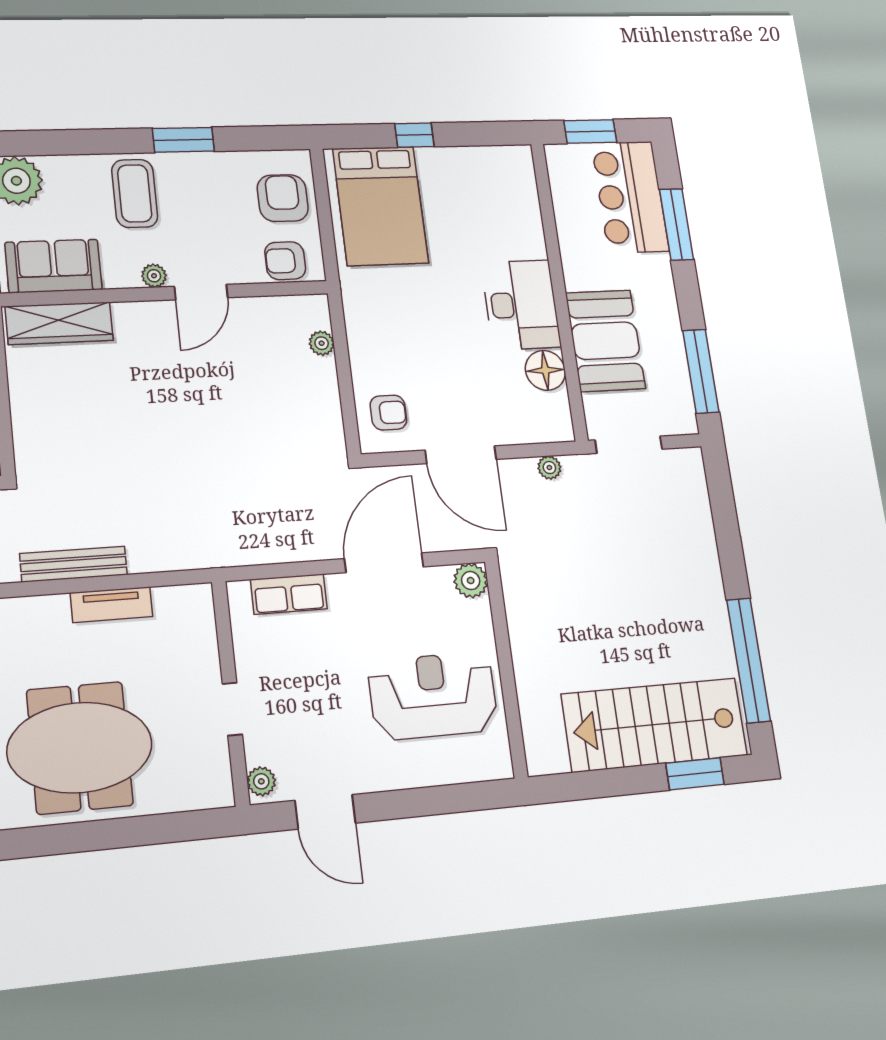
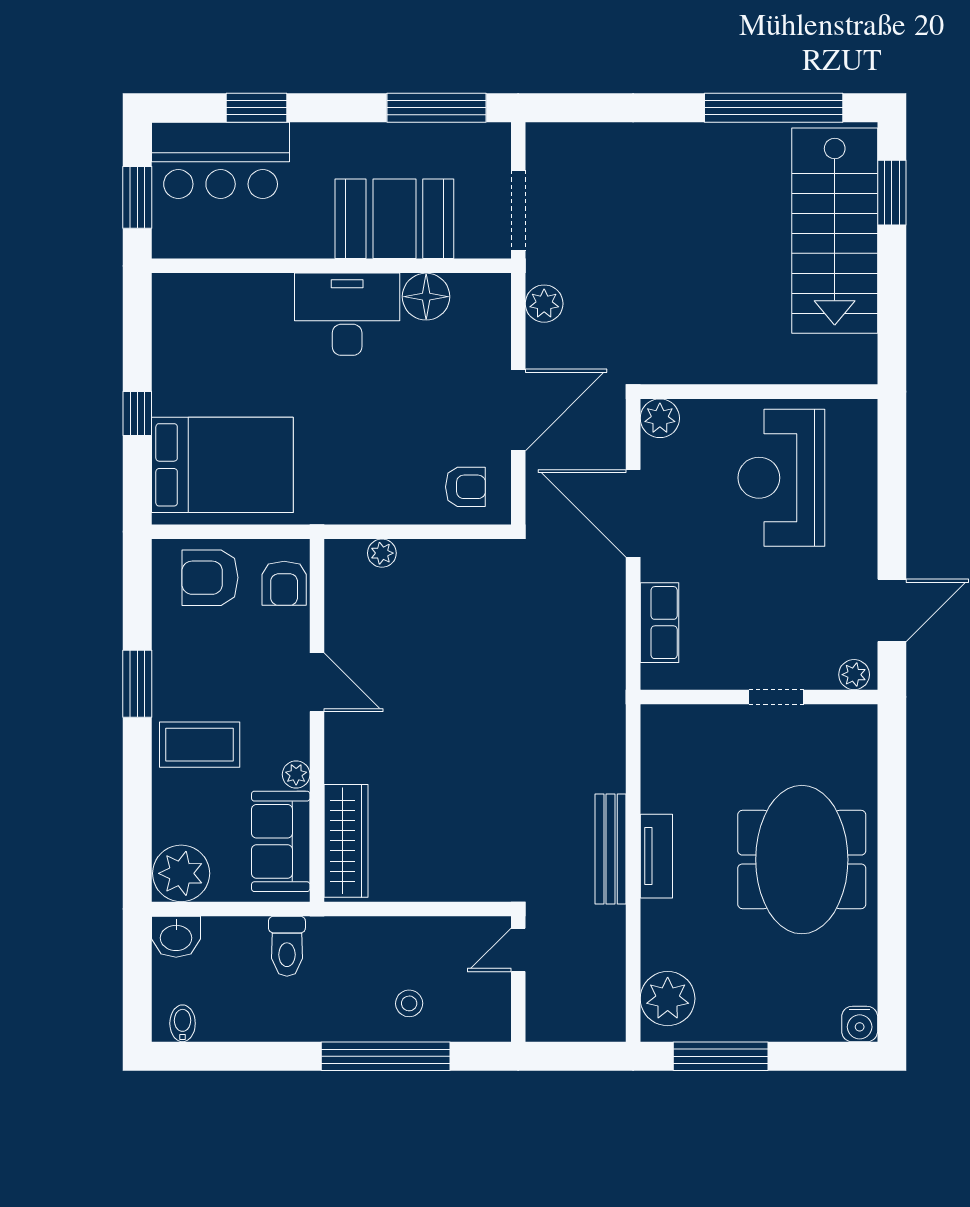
window: (677, 224) -> (256, 108), width x0.69
plant: (154, 276) -> (296, 774), moved
armchair: (388, 413) -> (465, 487), turned 90
plant: (549, 468) -> (544, 304), width x1.38, depth x1.38
tv unit: (111, 605) -> (656, 856), moved

